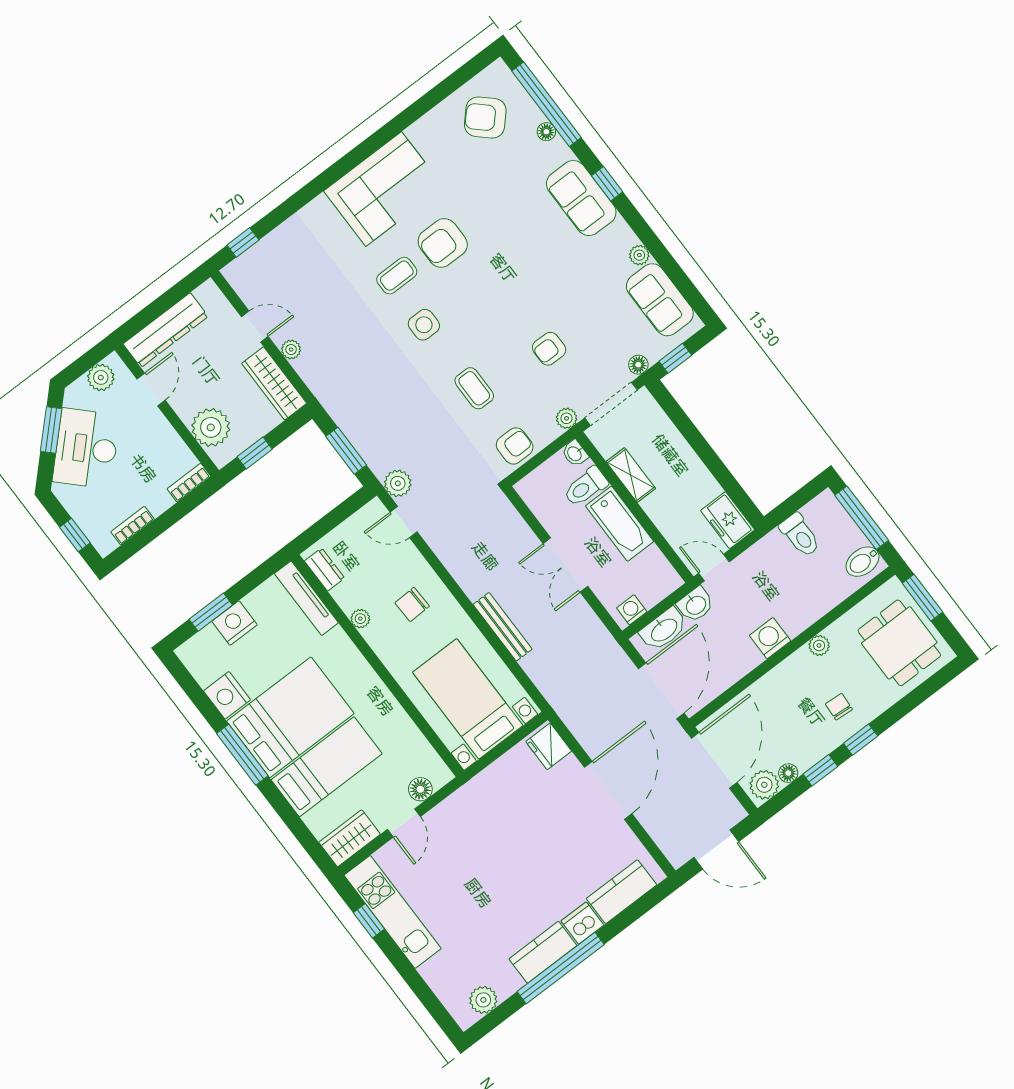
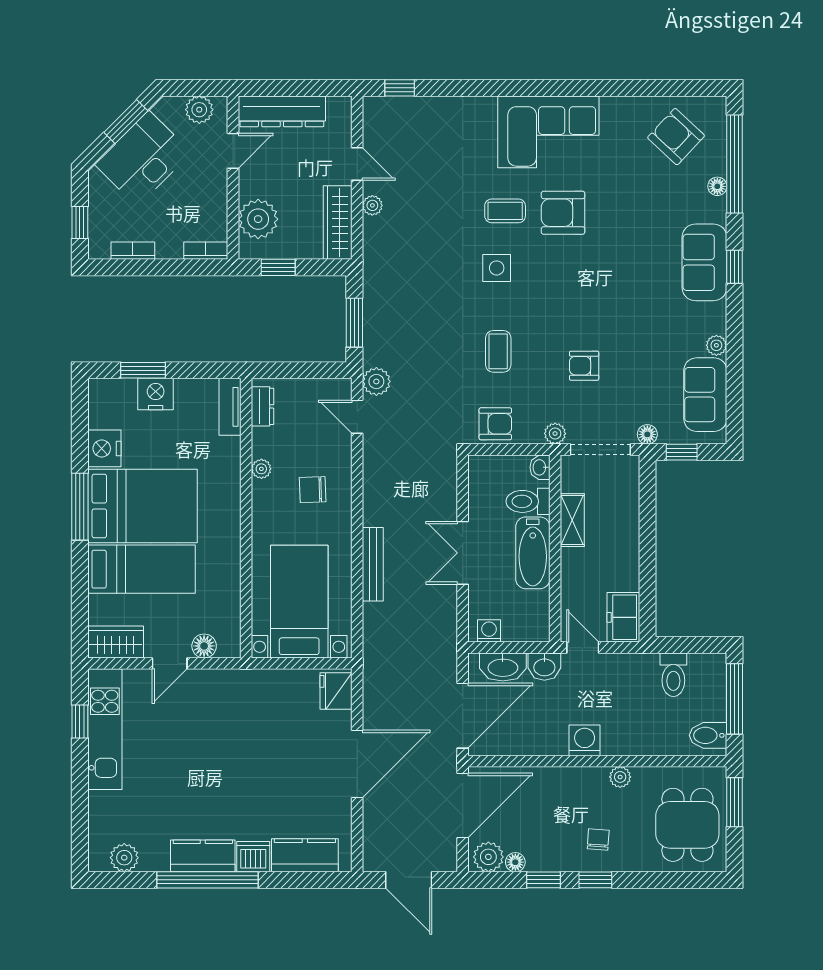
tv unit: (306, 598) -> (230, 407), width x0.71

